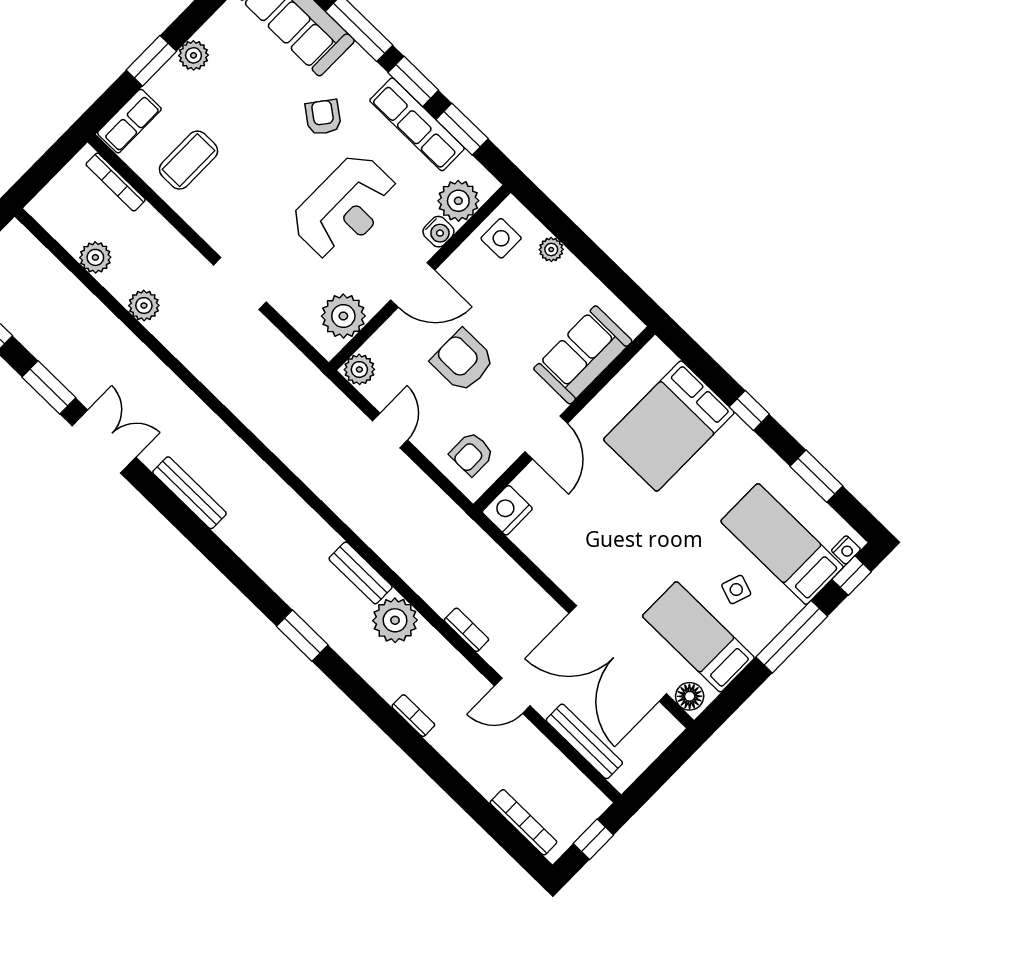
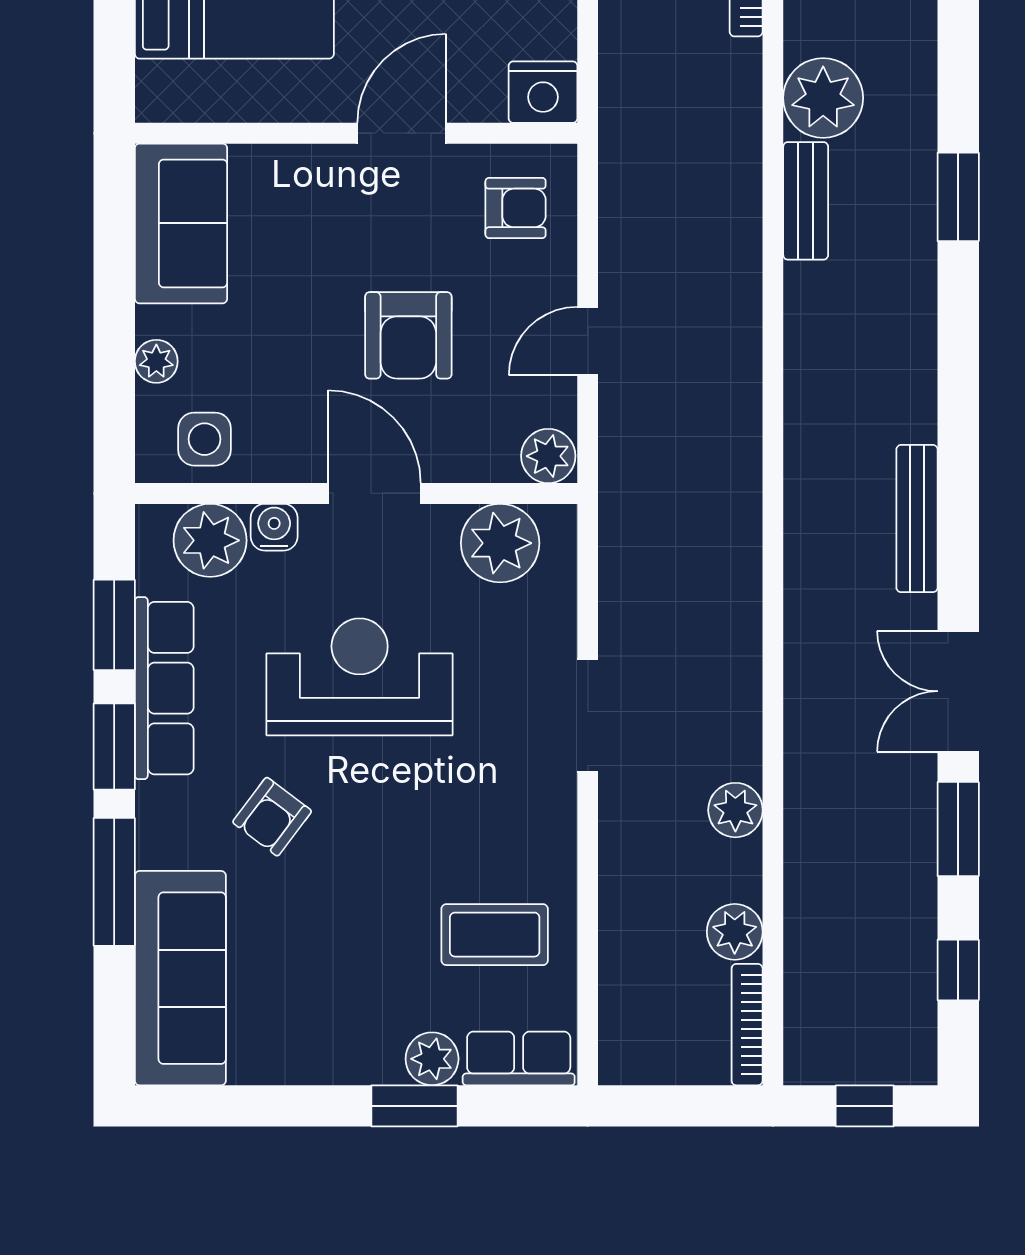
plant: (193, 55) -> (432, 1059), moved
bookcase: (116, 182) -> (747, 1025), moved, turned 180
sofa: (583, 355) -> (181, 223), moved, turned -90

